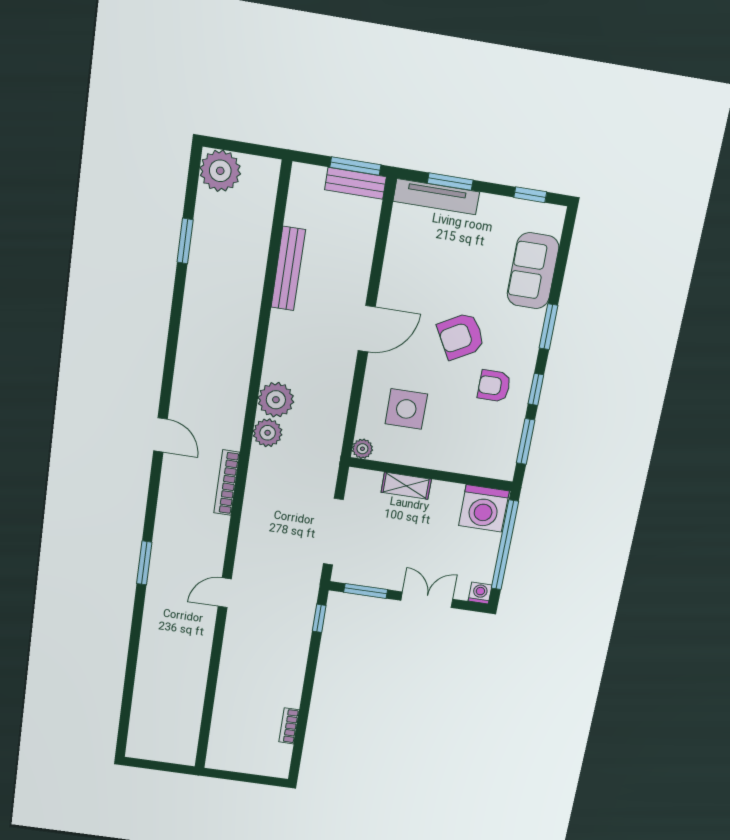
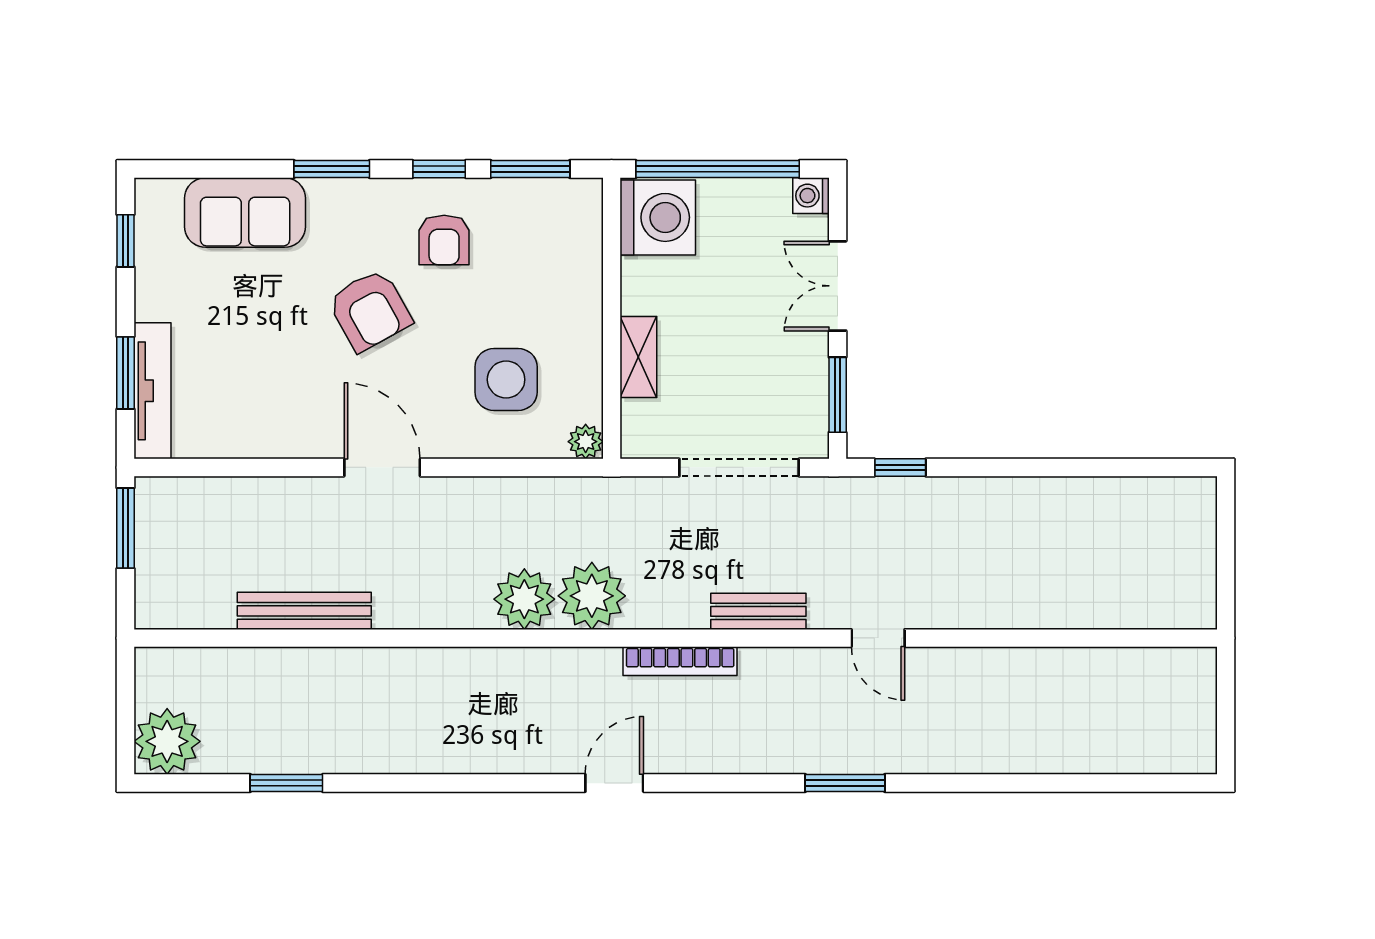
bench: (355, 183) -> (758, 611), moved, turned 90
plant: (268, 433) -> (592, 596), width x1.36, depth x1.36
bookcase: (289, 726) -> (1112, 490), removed

